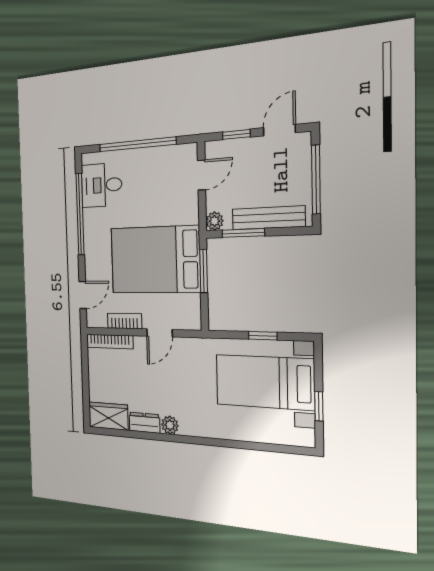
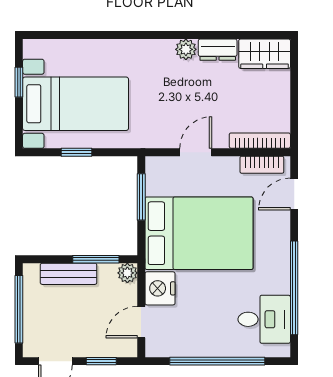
nightstand: (186, 208) -> (160, 288), added
bench: (268, 218) -> (69, 274), width x0.73
window: (204, 271) -> (141, 197), moved
bookcase: (125, 321) -> (262, 165), moved

